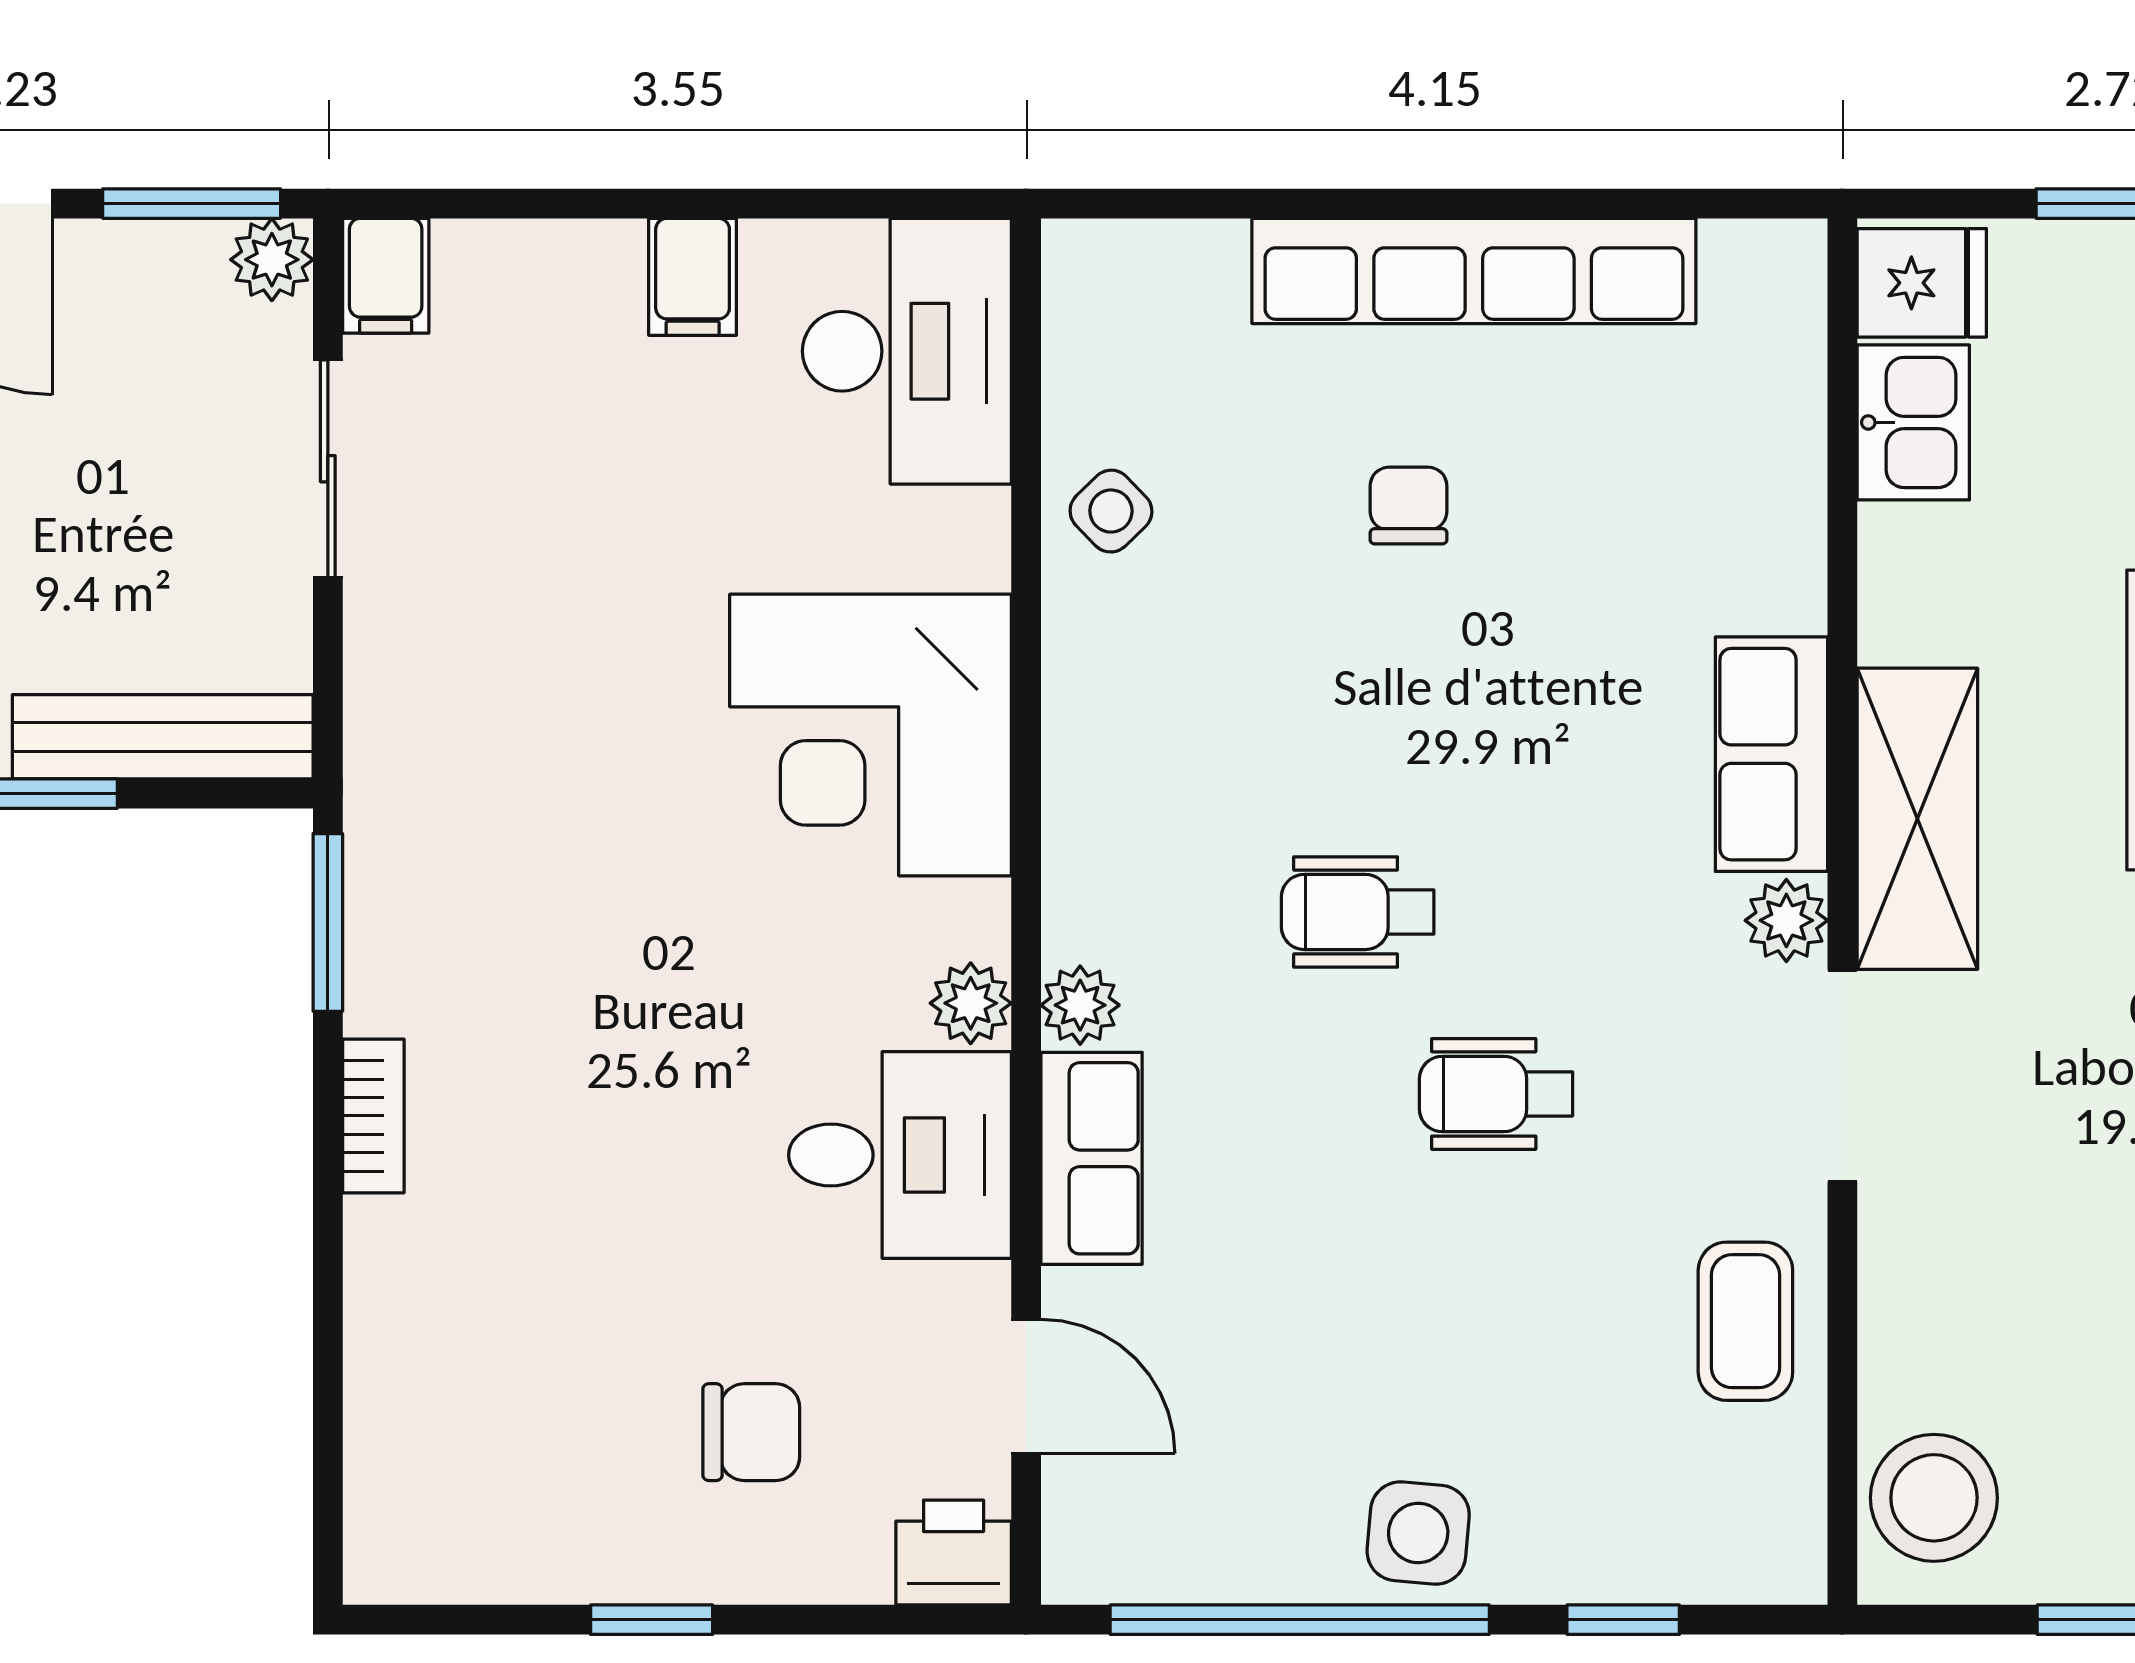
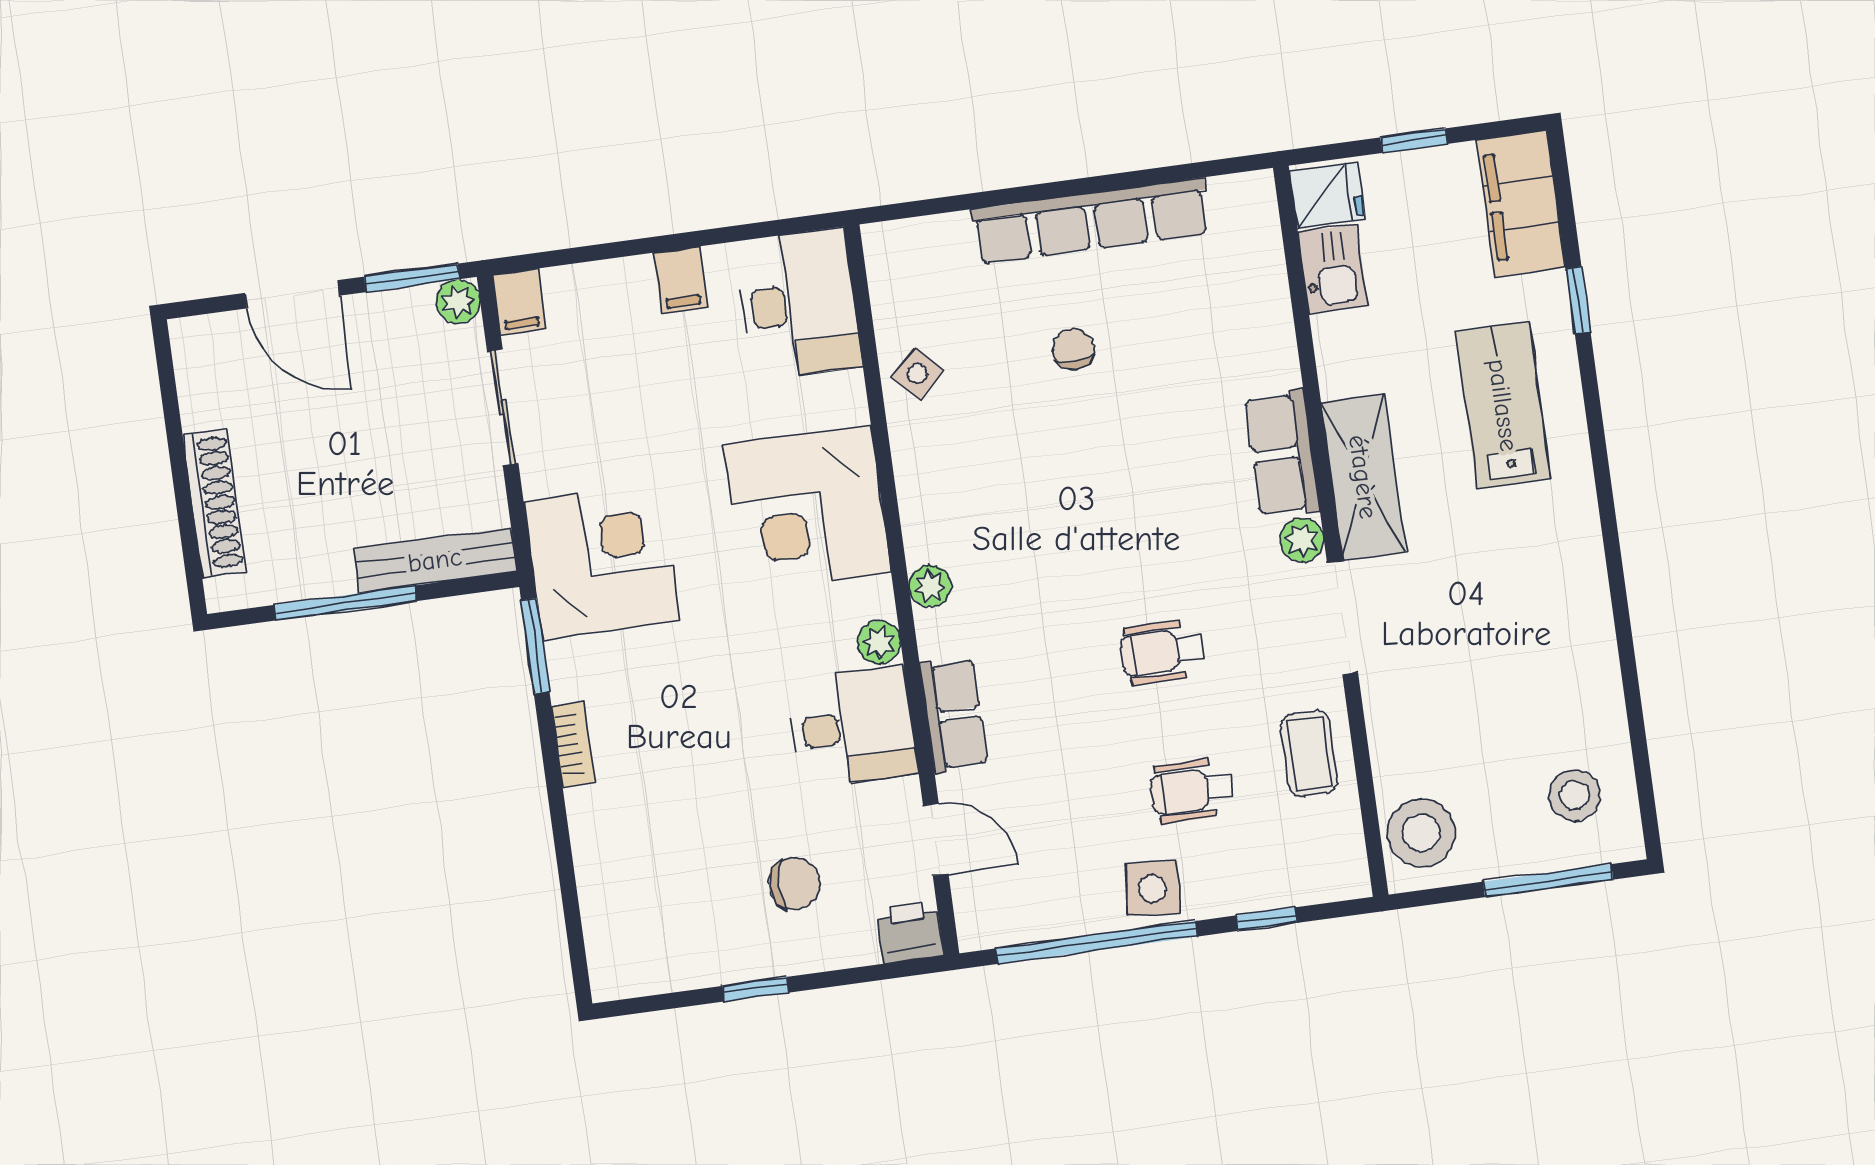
corner desk: (474, 781) -> (602, 561), added
wheelchair: (1358, 912) -> (1191, 790), moved
plant: (1080, 1005) -> (930, 586), moved

